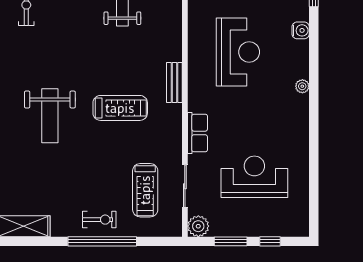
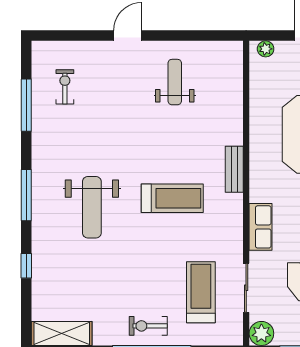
treadmill: (145, 190) -> (201, 292), turned 180
exercise bike: (99, 220) -> (148, 326), turned 180

